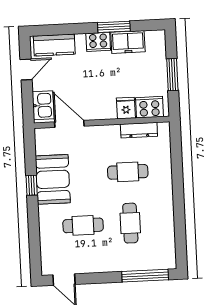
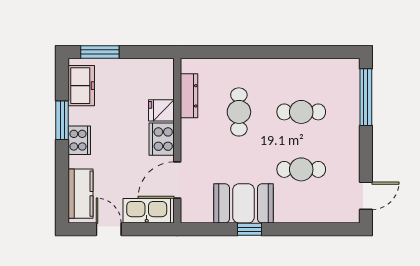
freezer: (128, 42) -> (81, 86), moved
window: (172, 75) -> (100, 52), moved
kitchen sink: (43, 105) -> (147, 211), width x1.38
cooker: (149, 107) -> (162, 139), moved
cafe table: (83, 225) -> (301, 169), turned 90

